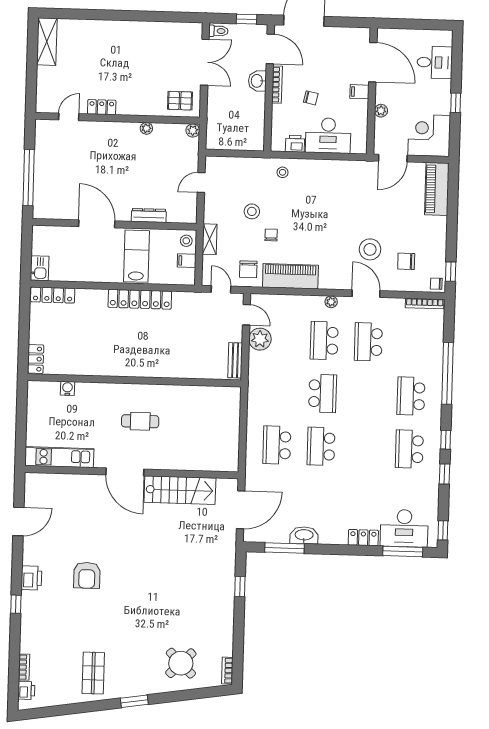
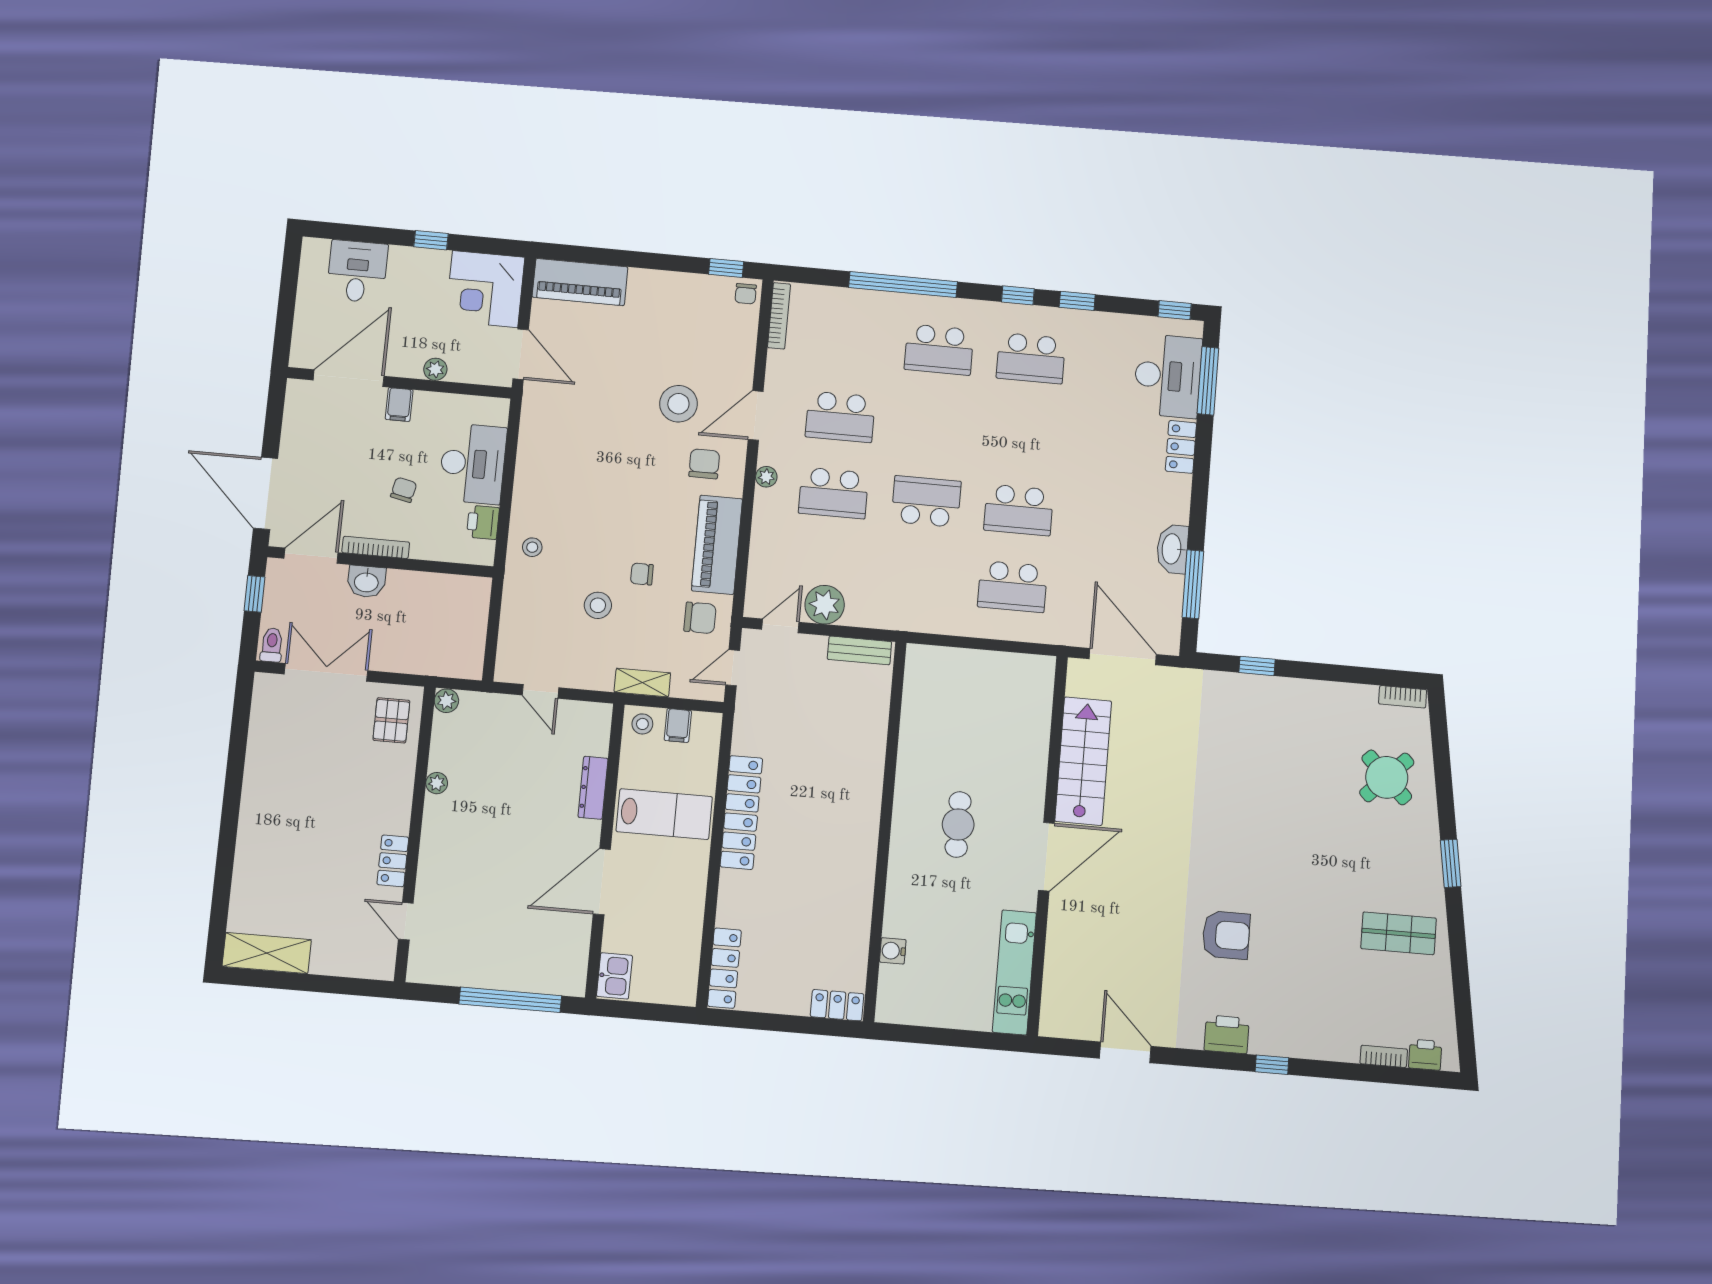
lab bench: (136, 256) -> (664, 814), turned 180
chair: (406, 261) -> (704, 464), moved, turned 180
kitchen sink: (40, 268) -> (615, 976), moved, turned 90

